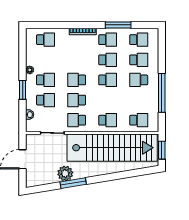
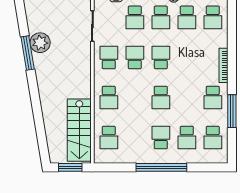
school desk: (108, 60) -> (187, 17), moved
window: (162, 93) -> (161, 167), moved
stairs: (112, 148) -> (79, 130), width x0.54, depth x0.66

